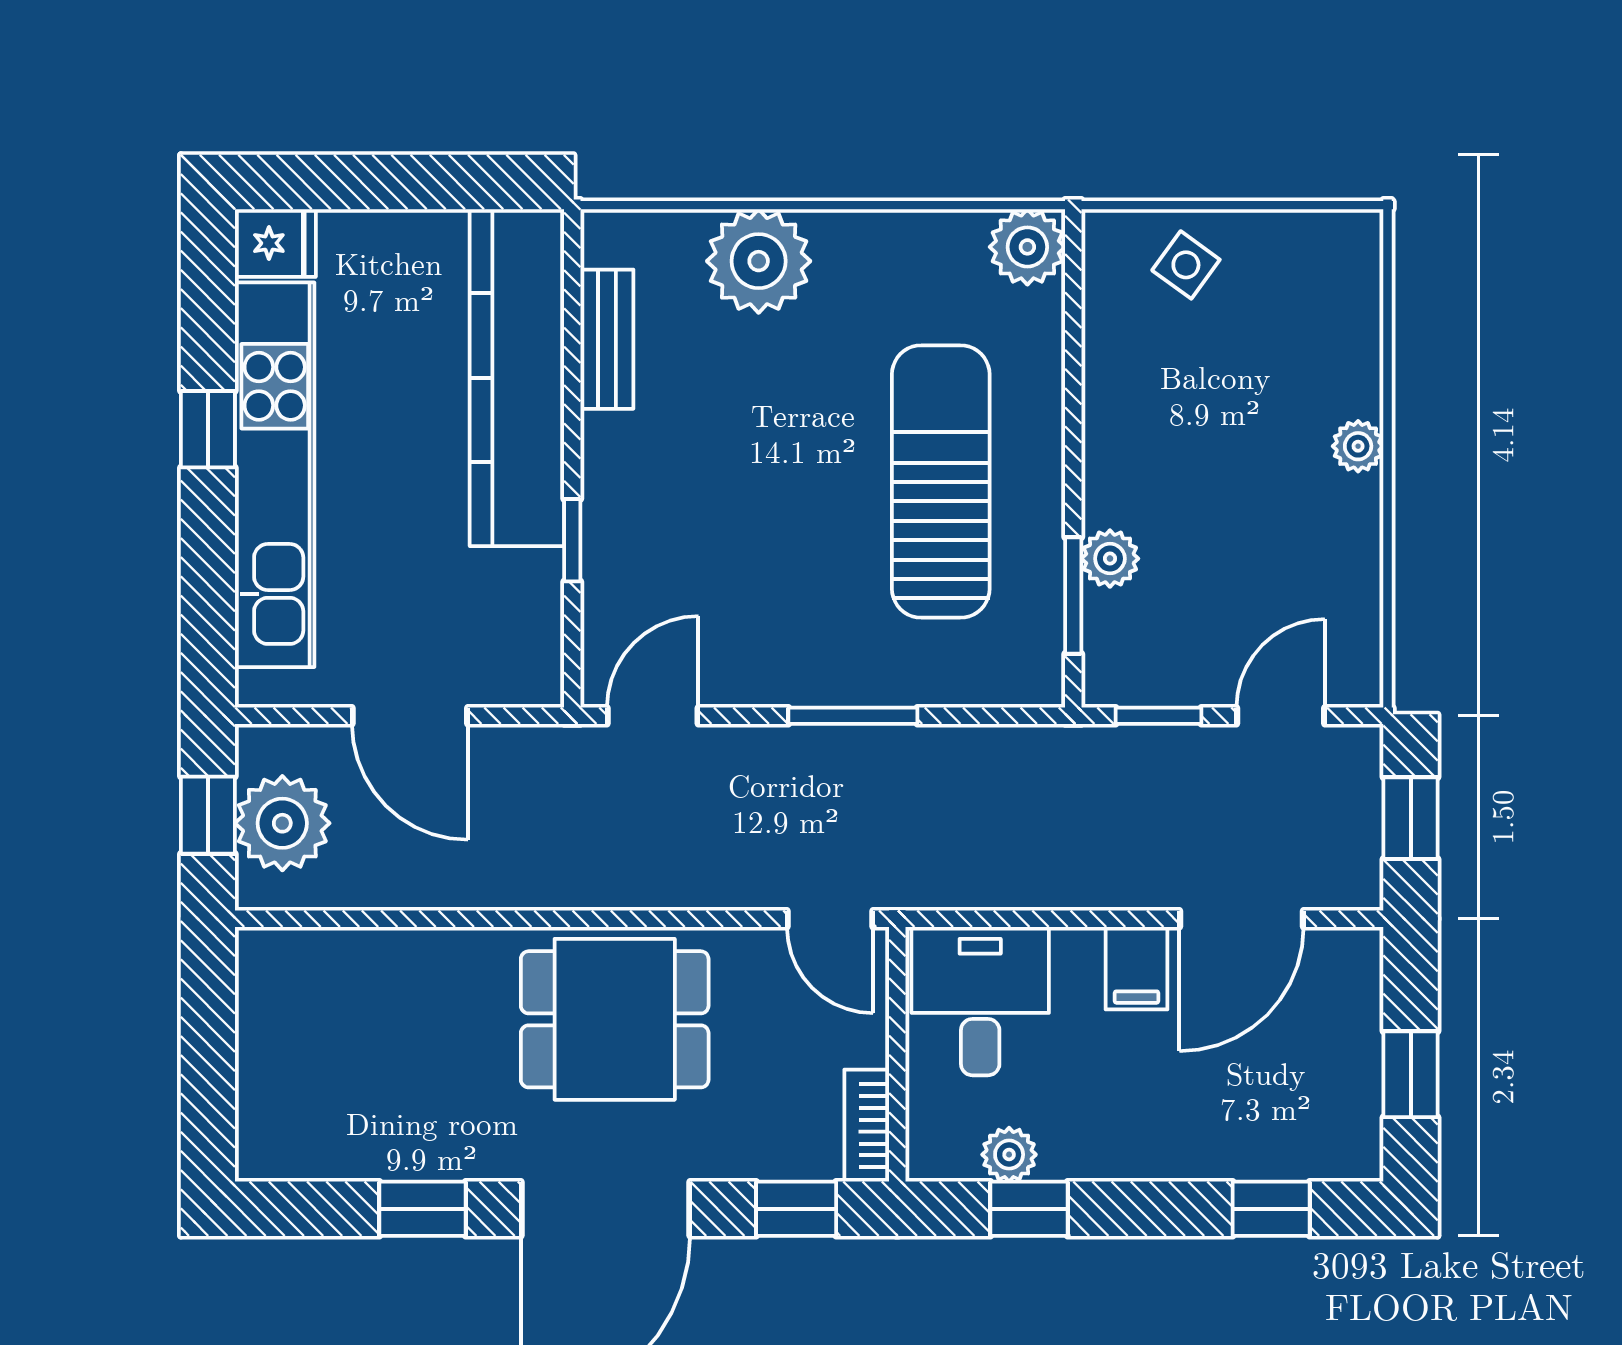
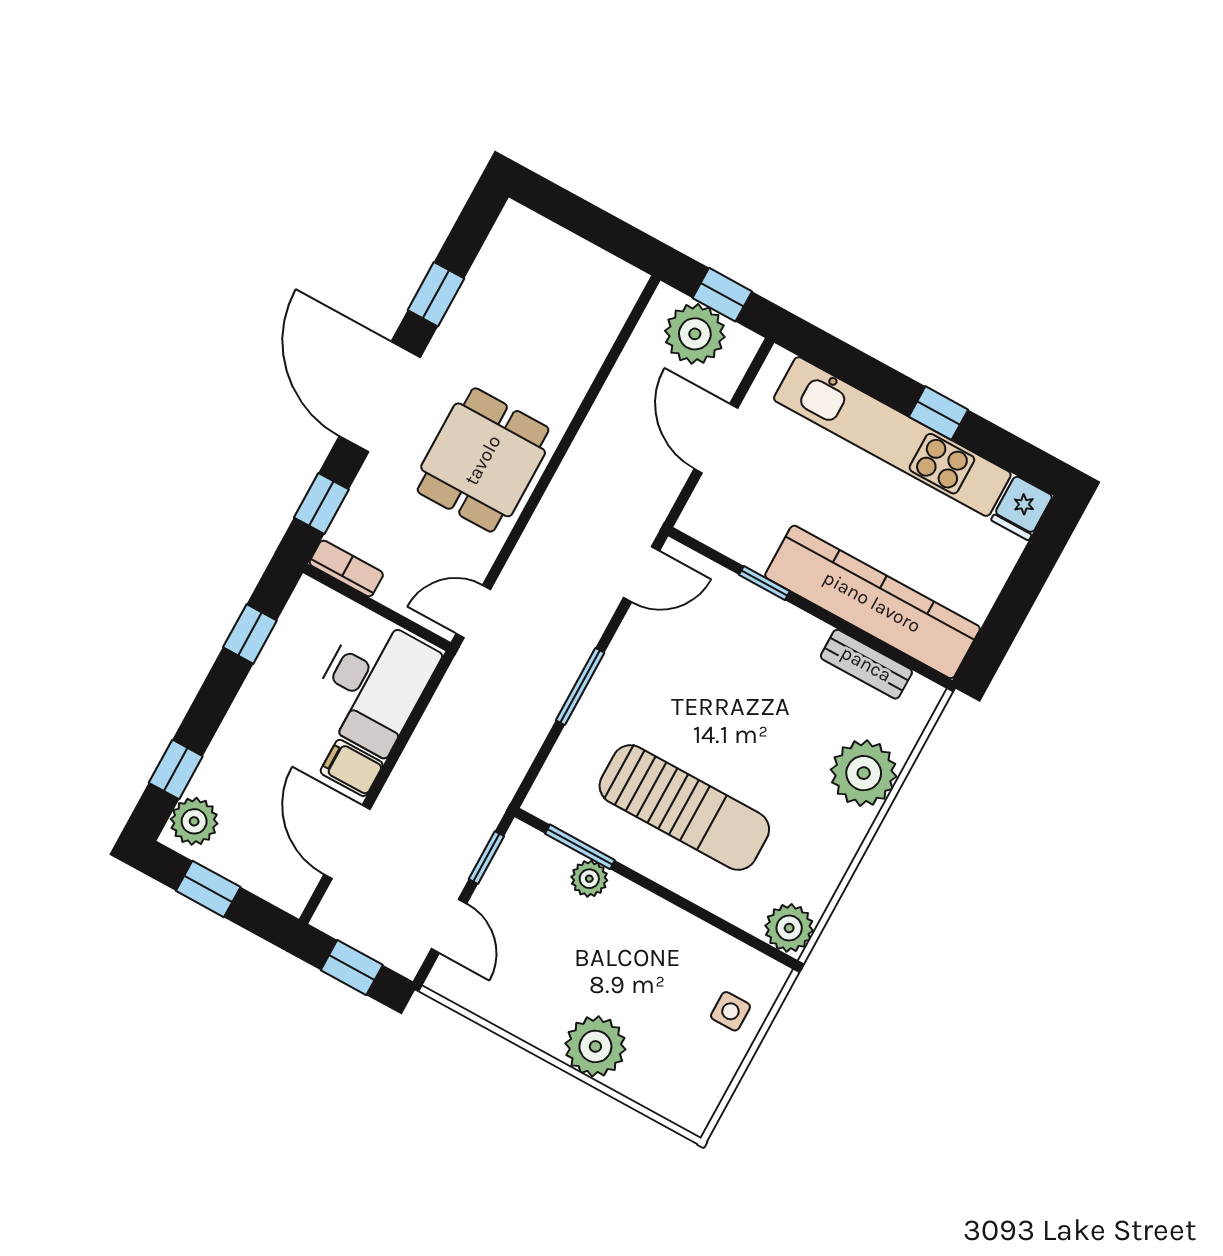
side table: (1186, 265) -> (730, 1011), turned -36
plant: (1358, 446) -> (595, 1046), width x1.87, depth x1.87
door: (410, 716) -> (716, 438), hinge flipped
door: (653, 716) -> (641, 574), hinge flipped
desk: (980, 1001) -> (373, 685), width x1.37
plant: (1009, 1155) -> (194, 821), moved, width x1.38, depth x1.38

